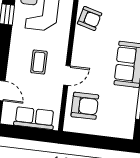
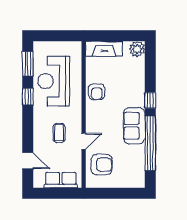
armchair: (90, 18) -> (97, 92), turned 75

